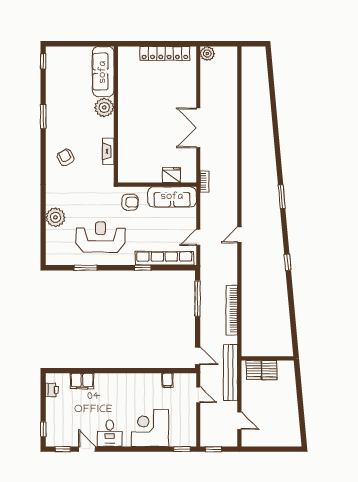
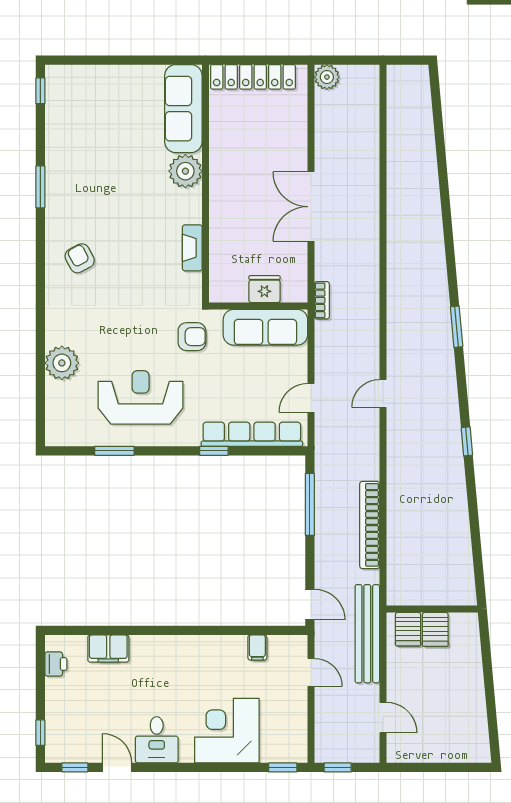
sofa: (103, 72) -> (183, 109), moved
plant: (104, 107) -> (185, 171), moved
wall: (116, 115) -> (205, 184), moved
fireplace: (108, 151) -> (192, 248), moved

